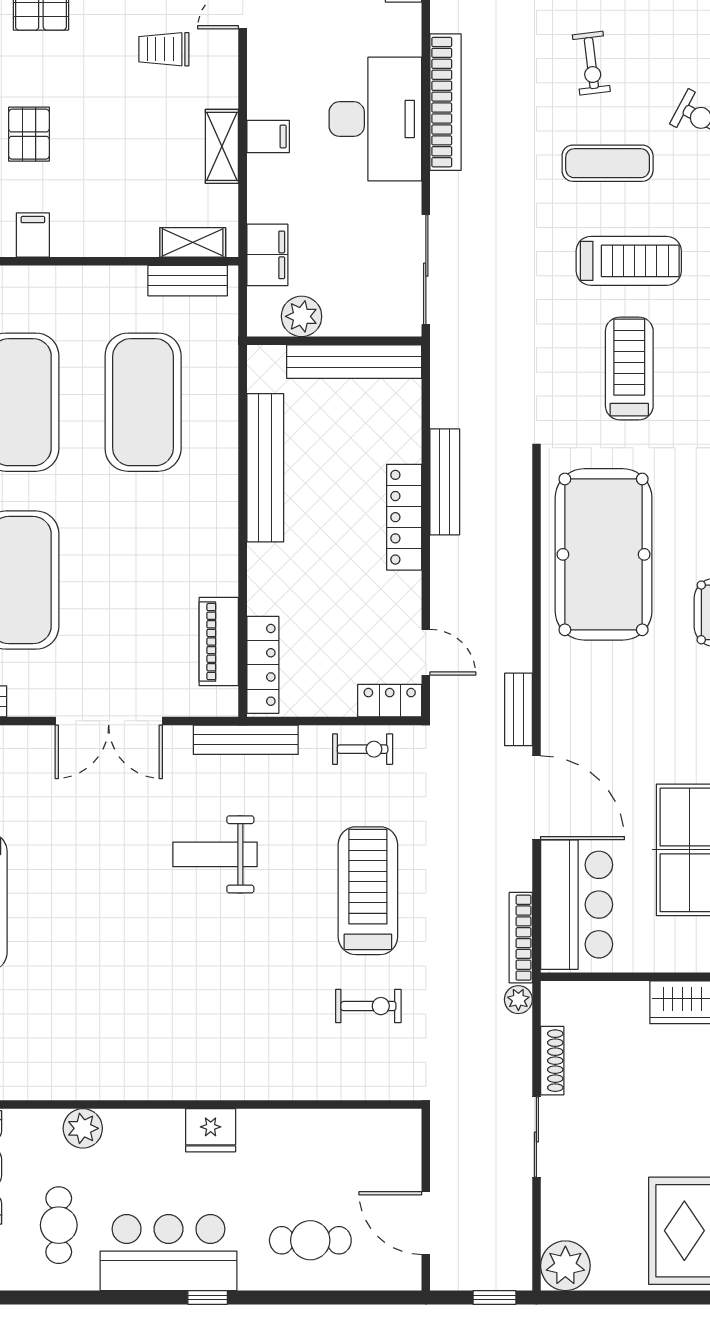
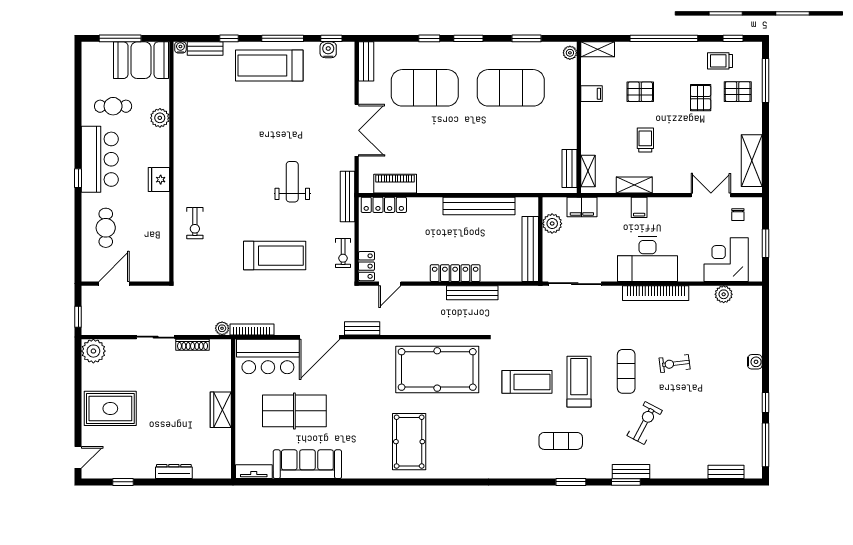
trolley: (164, 49) -> (645, 140), moved
treadmill: (629, 261) -> (579, 382), turned 180
exercise mat: (143, 402) -> (511, 147), removed
double door: (109, 721) -> (357, 130), swing flipped
exercise bike: (368, 1006) -> (195, 223), moved

